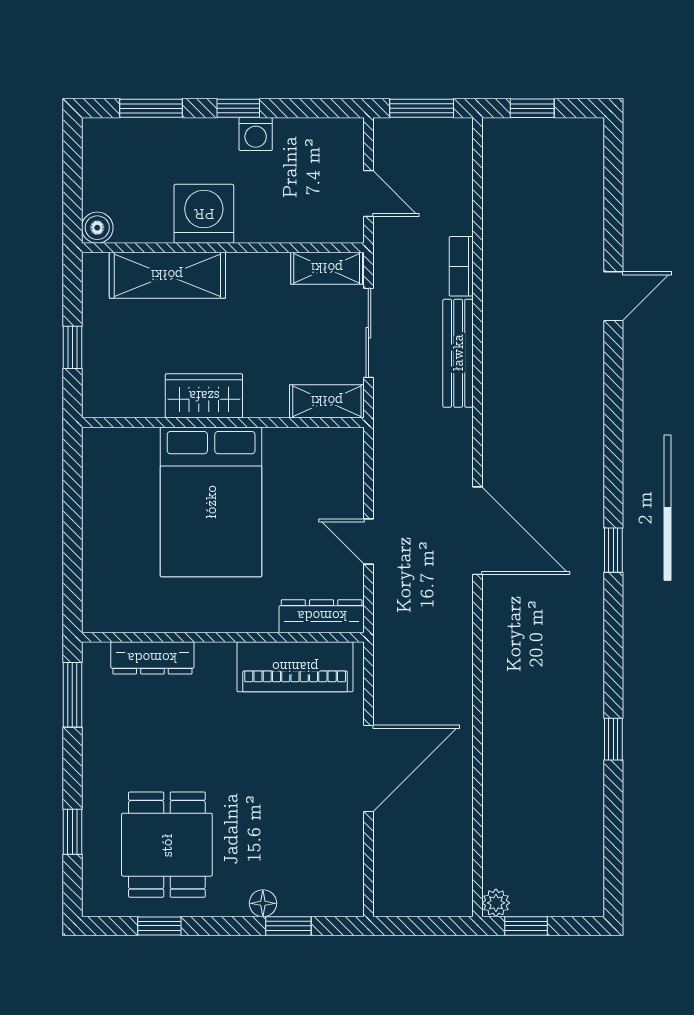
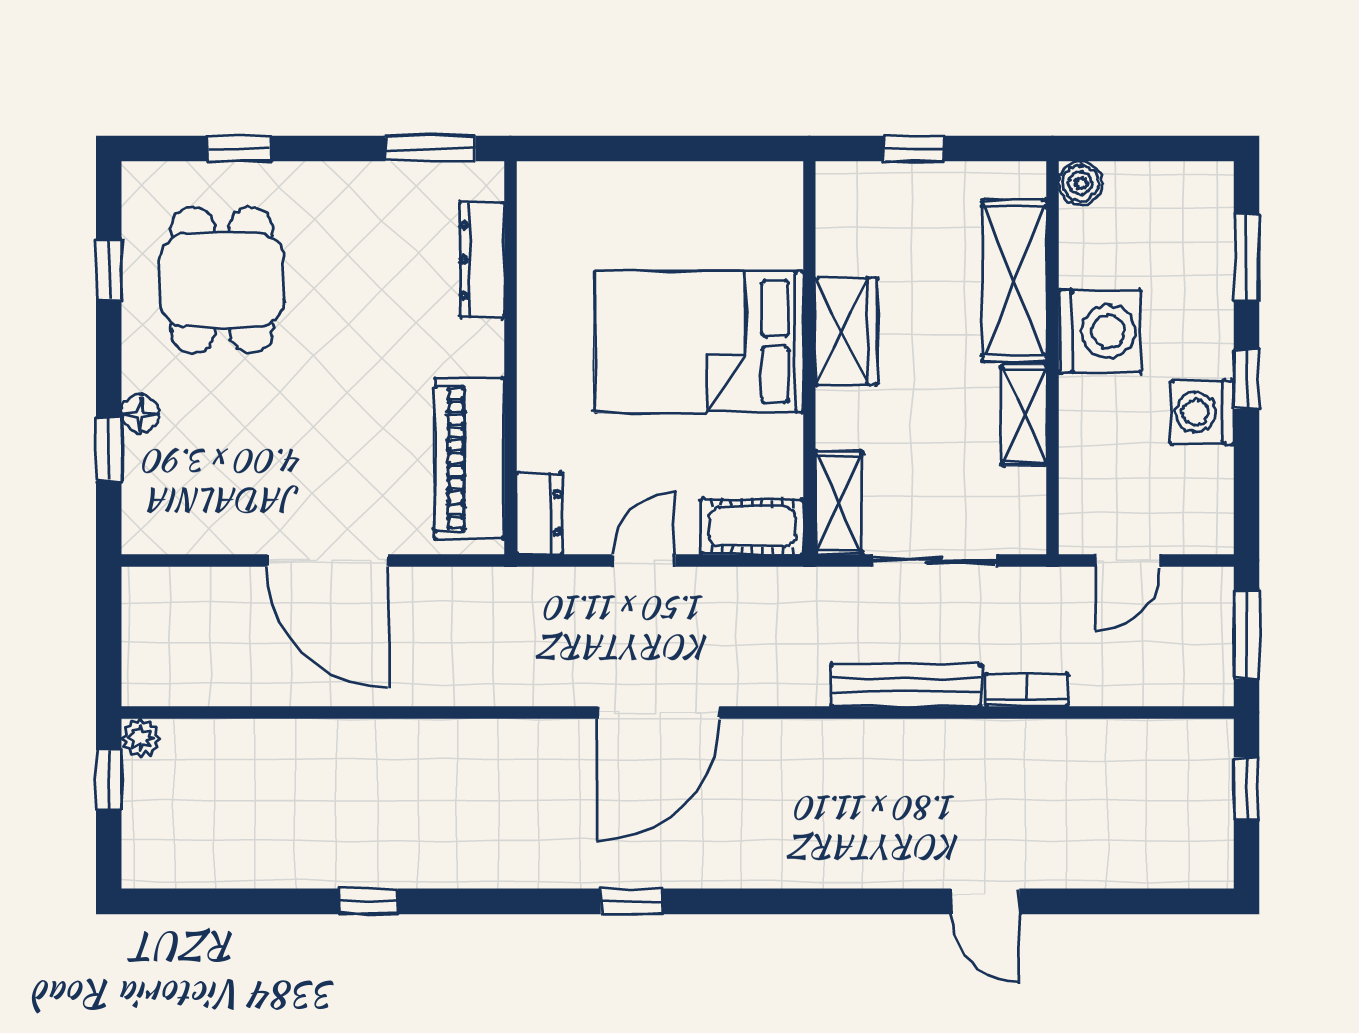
washing machine: (256, 134) -> (1202, 412), width x1.38, depth x1.38
shelving: (327, 268) -> (1024, 415), moved
cot: (344, 464) -> (752, 527), added
dresser: (322, 616) -> (540, 513), width x0.70
dining table: (167, 845) -> (222, 280), turned 90

